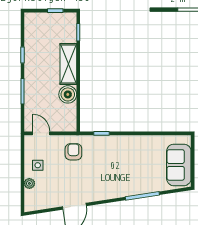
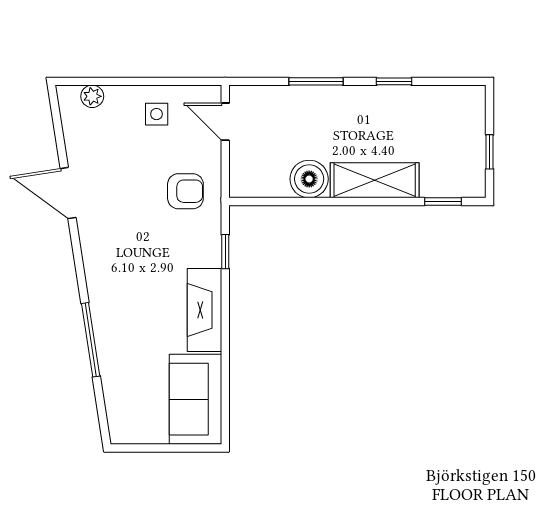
door: (41, 133) -> (225, 122), swing flipped
fireplace: (129, 143) -> (204, 310), added
sofa: (179, 165) -> (196, 399), moved, turned -90
plant: (29, 183) -> (92, 96), moved

